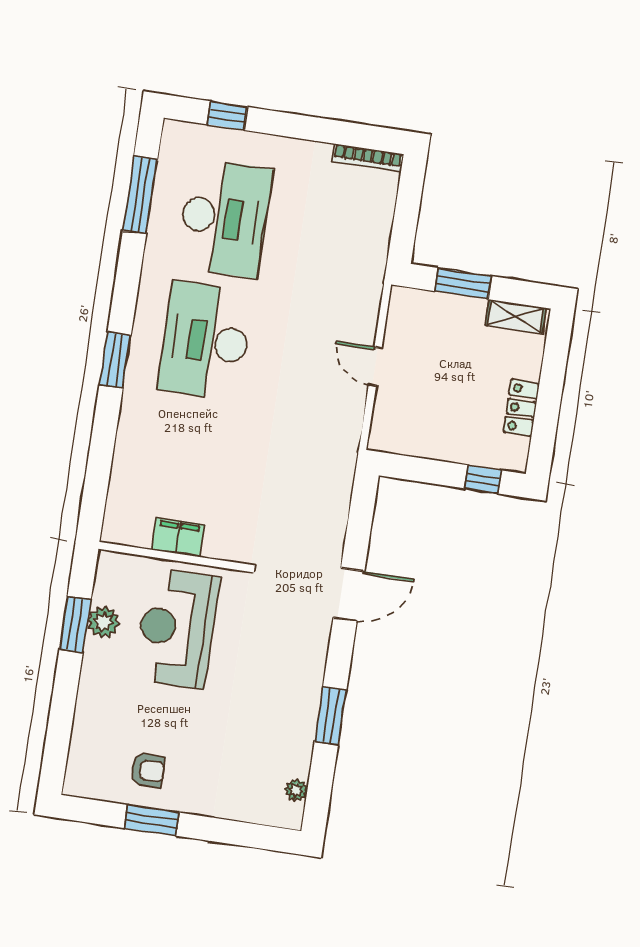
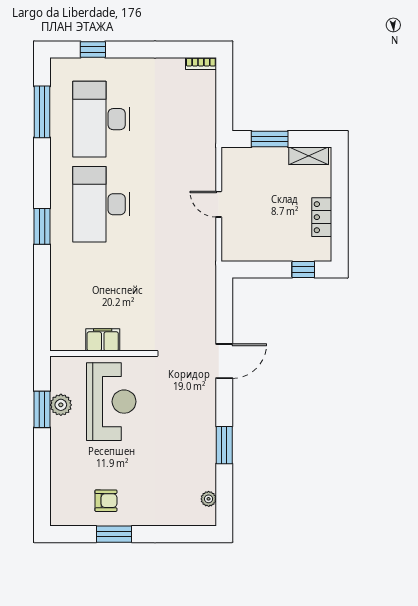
bookcase: (368, 158) -> (201, 64), width x0.64
desk: (224, 218) -> (101, 119), turned 180
reception desk: (177, 628) -> (111, 402), turned 180

